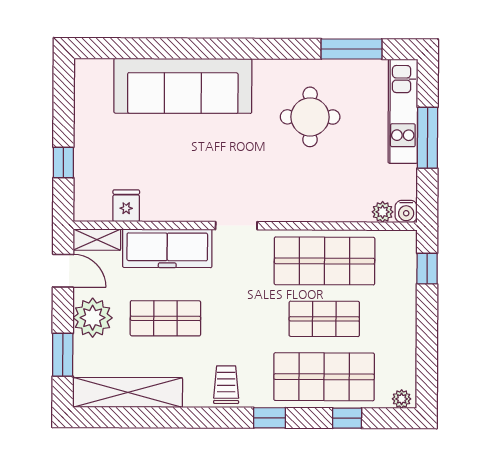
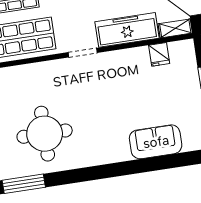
sofa: (183, 86) -> (156, 142), width x0.54, depth x0.79
round table: (310, 117) -> (45, 134), width x1.36, depth x1.36

